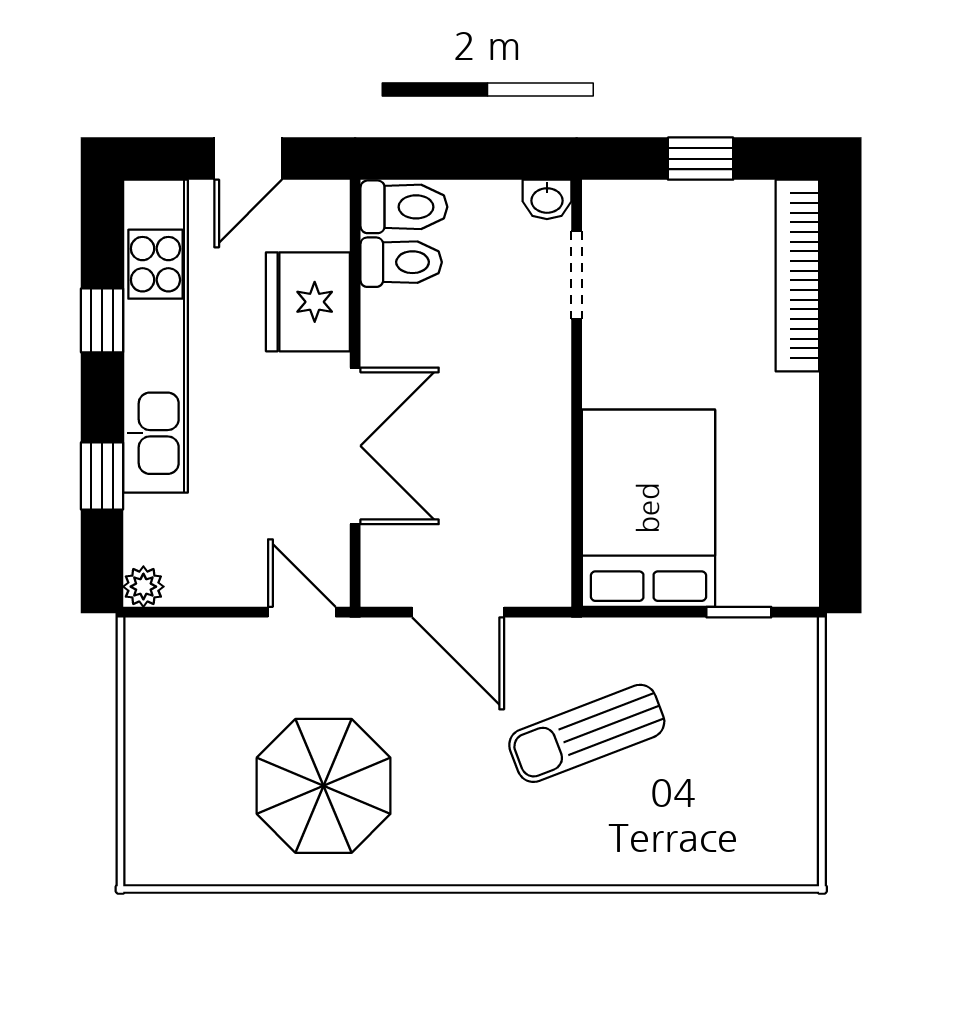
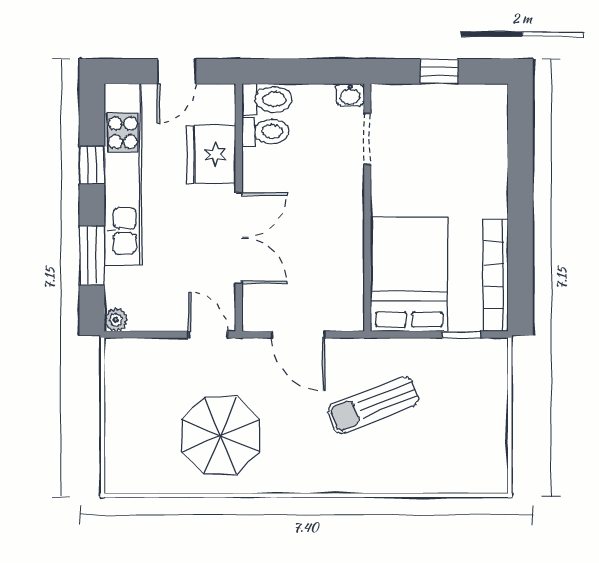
bookcase: (797, 276) -> (496, 275), moved
window: (102, 476) -> (92, 256), width x1.50

